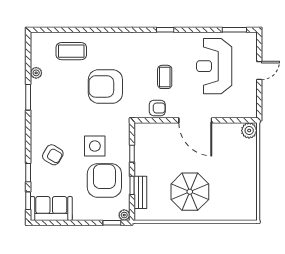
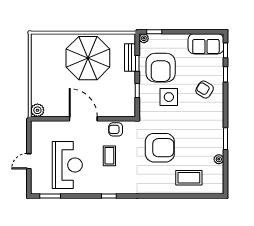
parasol: (190, 192) -> (88, 58), width x1.36, depth x1.36

